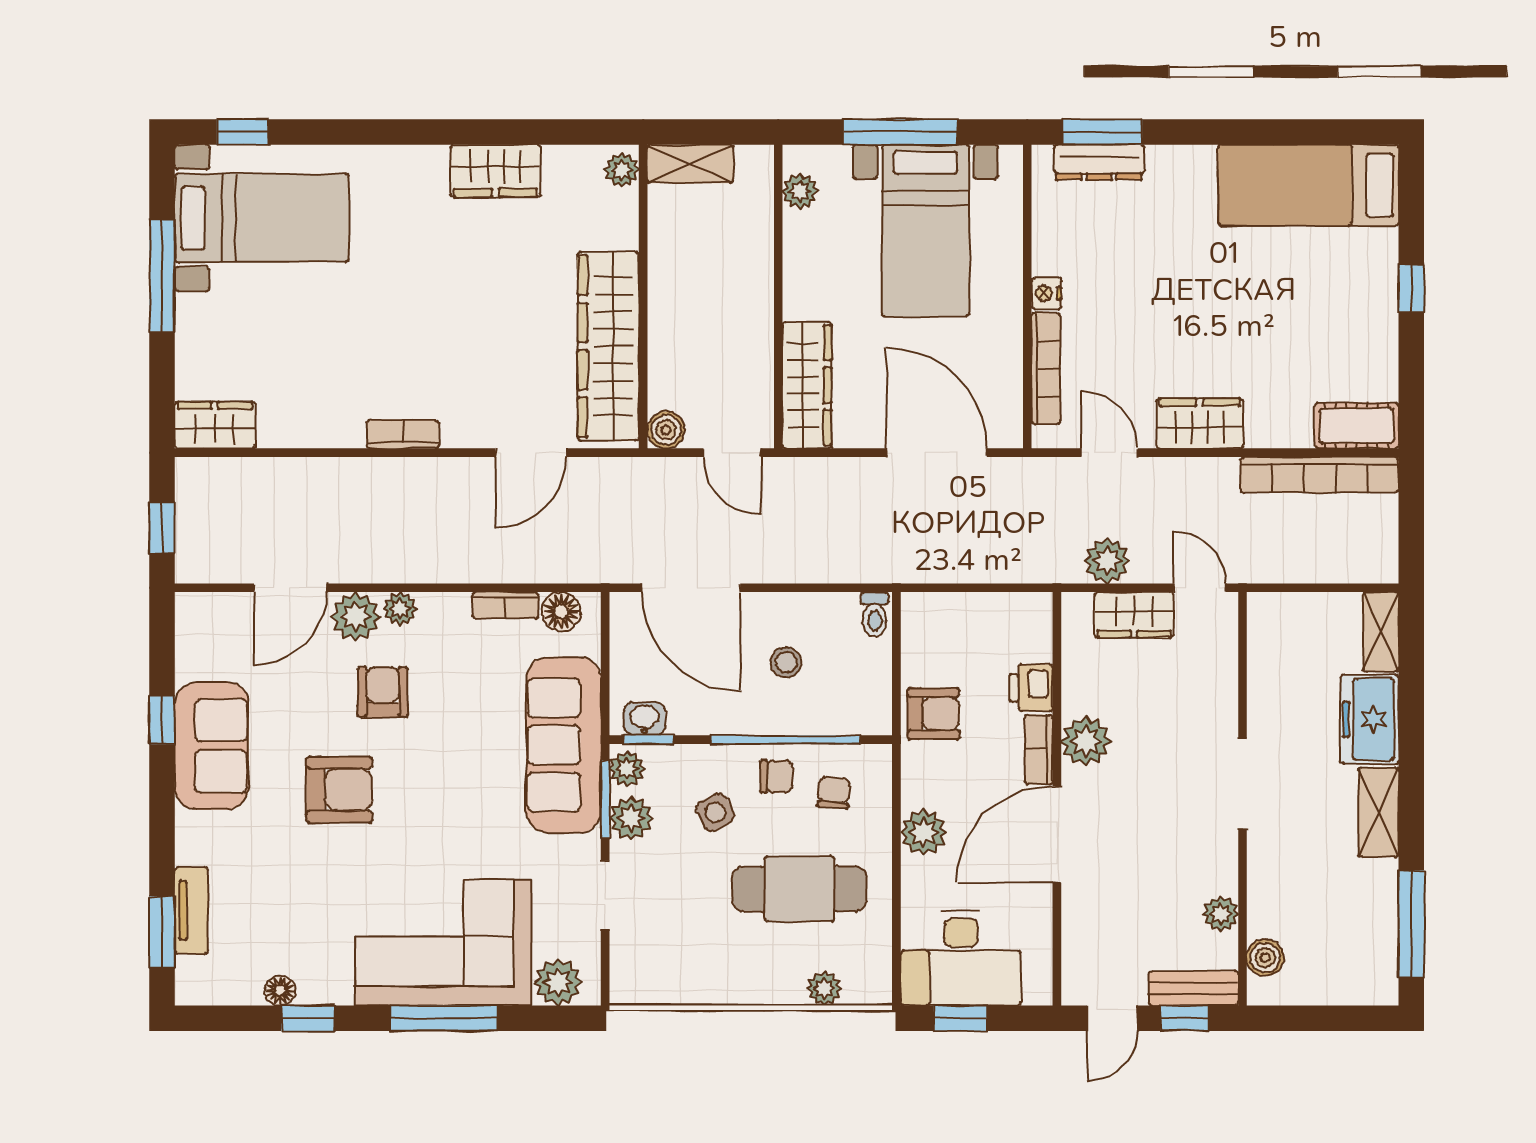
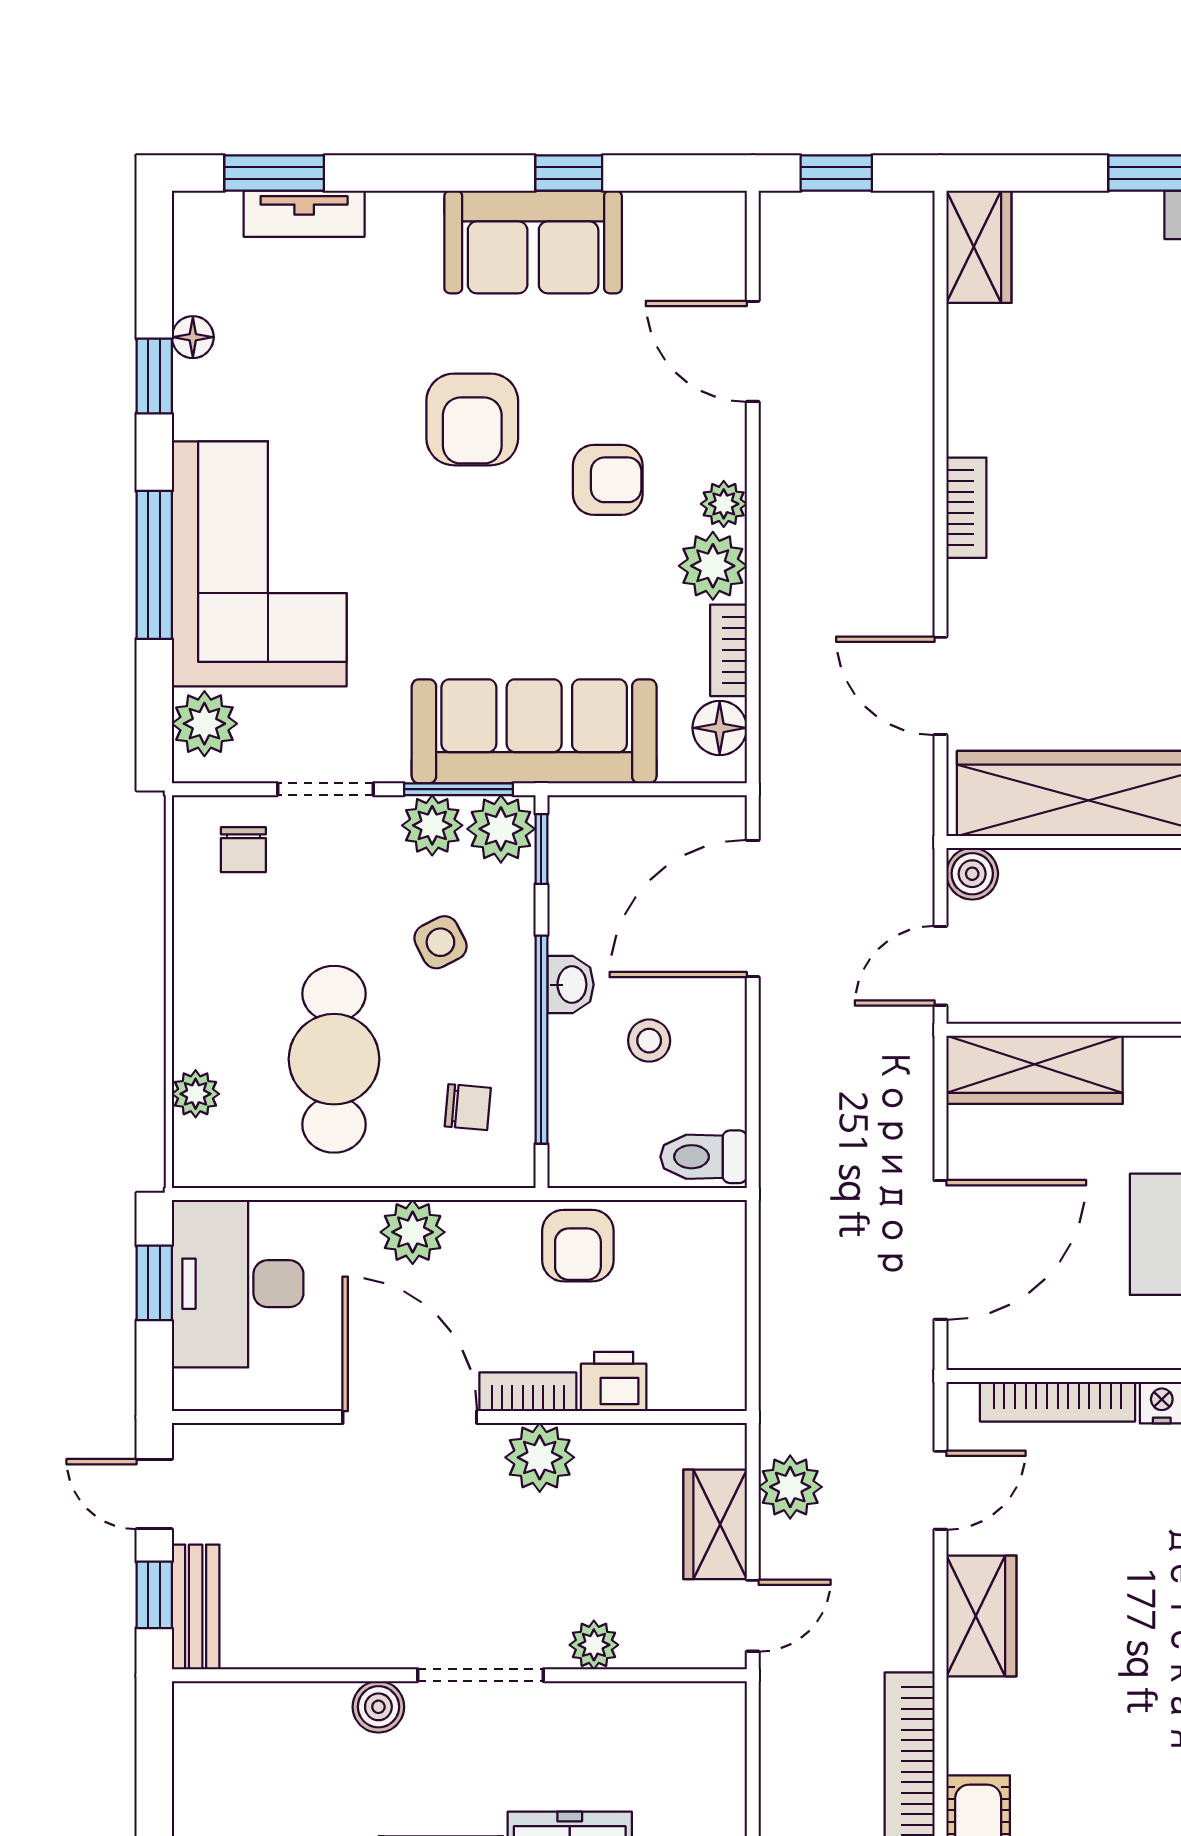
toilet: (875, 614) -> (704, 1157), width x1.37, depth x1.39
plant: (355, 616) -> (713, 566), moved
washbasin: (645, 719) -> (571, 985), moved
plant: (627, 769) -> (501, 829), width x1.38, depth x1.38
chair: (776, 777) -> (243, 850), moved
plant: (1221, 914) -> (594, 1645), moved
boiler: (1265, 958) -> (378, 1707), moved

